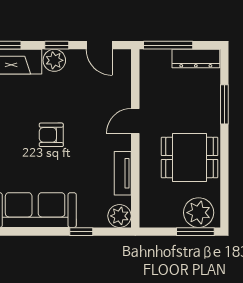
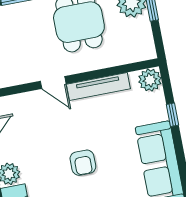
tv unit: (123, 173) -> (98, 87), width x1.41

